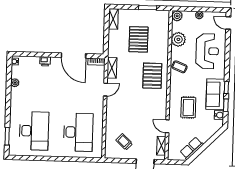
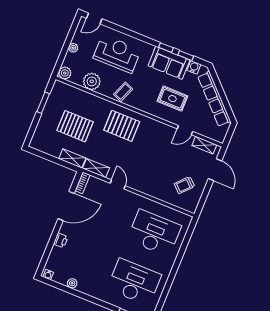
shelving: (113, 19) -> (72, 158), moved
row of seats: (192, 148) -> (214, 99), width x2.02

